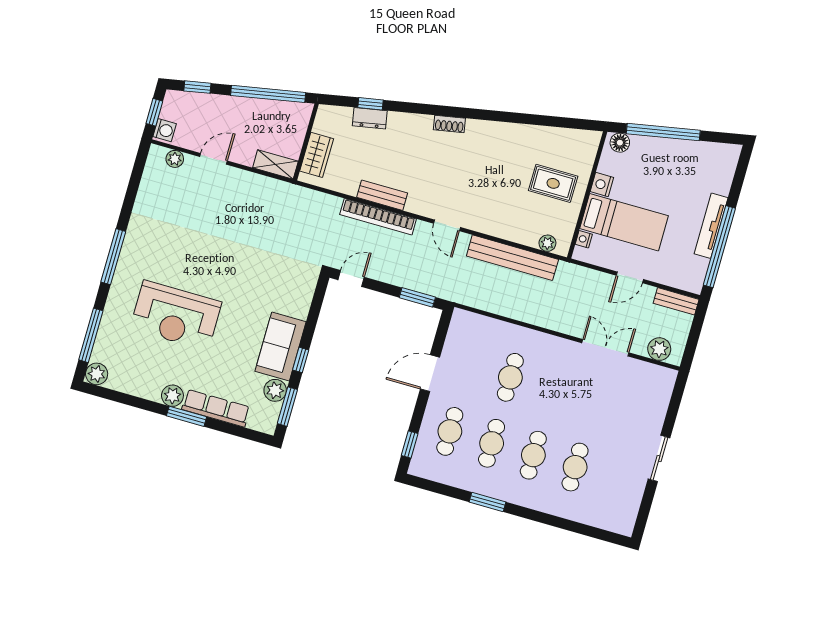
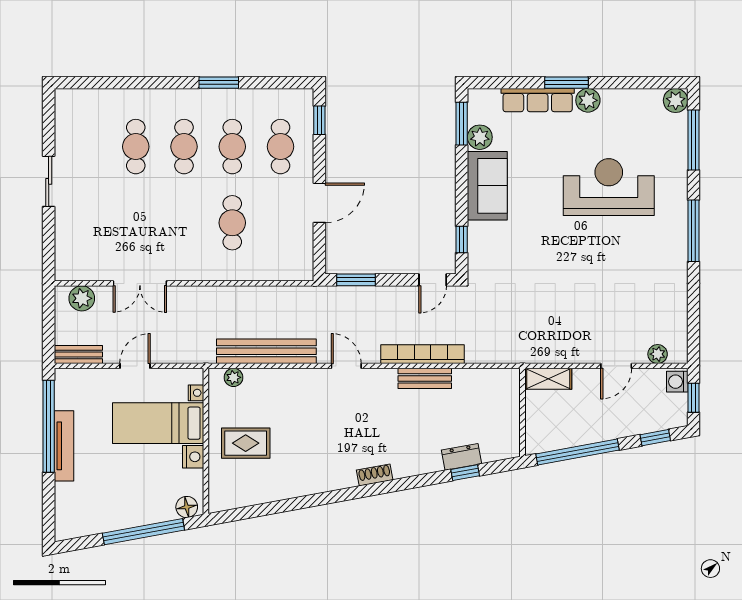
wardrobe: (317, 155) -> (507, 402), removed
window: (301, 360) -> (462, 239), moved

